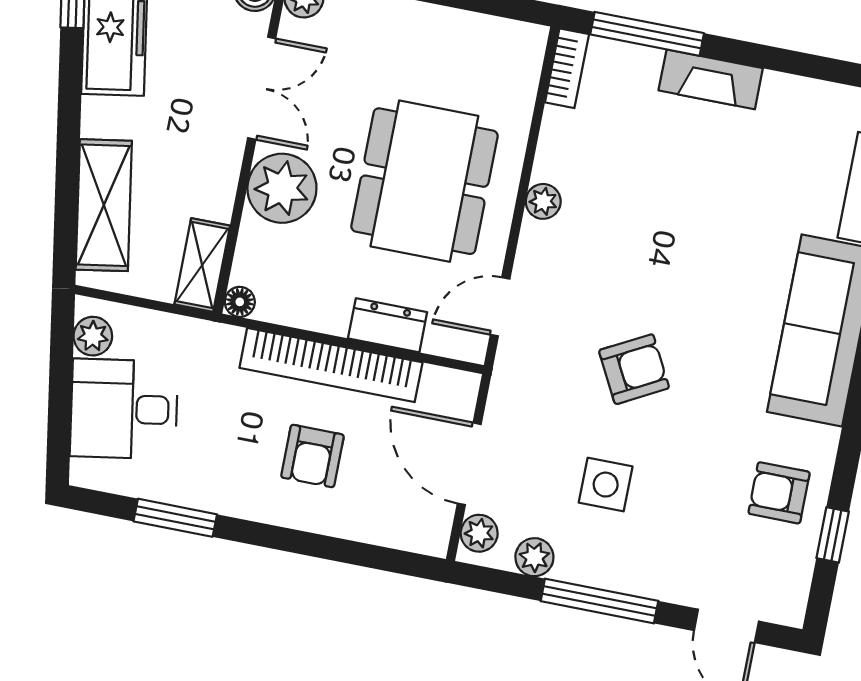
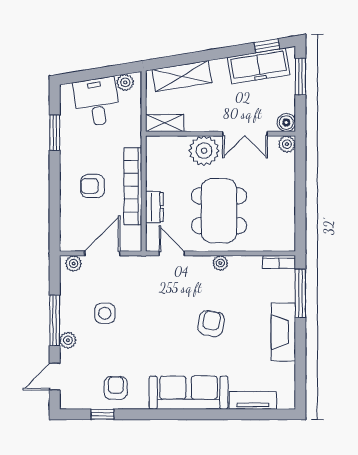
fireplace: (711, 79) -> (283, 332), width x1.37, depth x1.32
dining table: (424, 181) -> (219, 211), turned 90
floor lamp: (240, 302) -> (152, 142), removed
armchair: (634, 369) -> (211, 323), moved, turned -141
plant: (534, 557) -> (68, 340), moved

